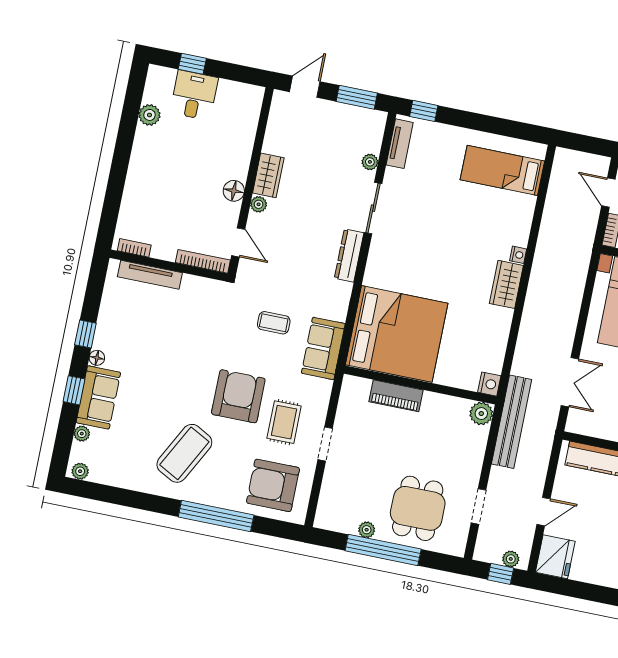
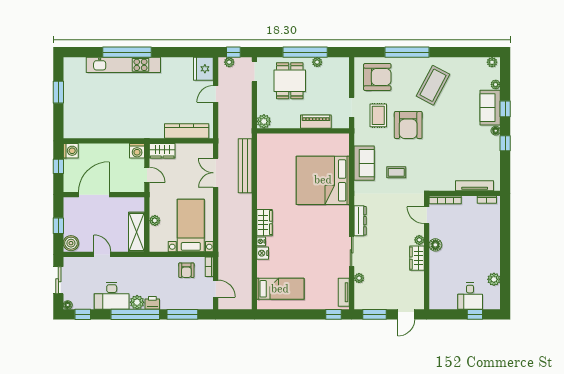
nightstand: (489, 384) -> (263, 253), moved
wall: (420, 385) -> (303, 131), moved
piano: (396, 396) -> (316, 122), moved
plant: (481, 414) -> (264, 121), moved
bench: (512, 422) -> (245, 166), moved
doorway: (479, 506) -> (254, 72), moved

